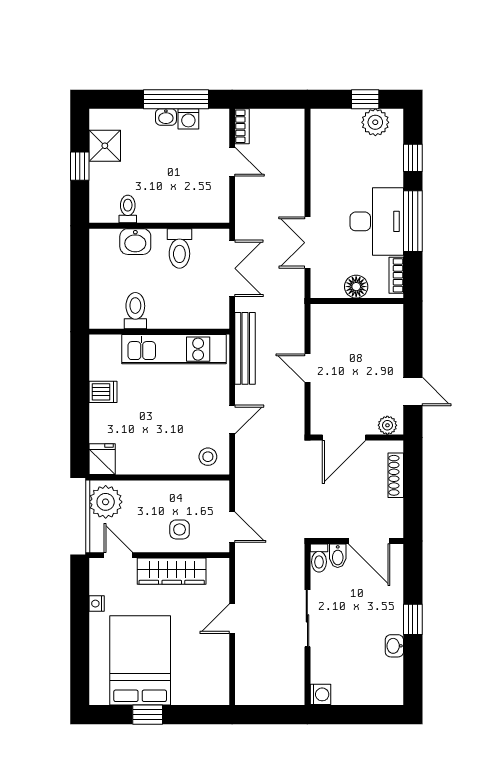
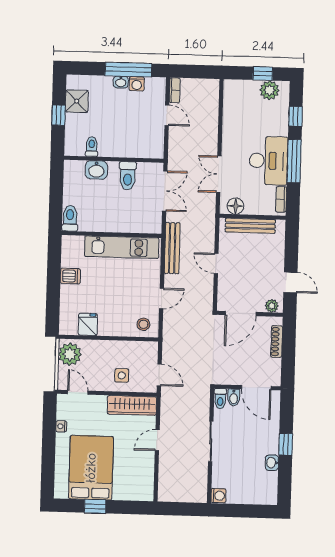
floor lamp: (356, 287) -> (235, 206), moved
toilet: (135, 311) -> (70, 218), moved
bench: (354, 314) -> (250, 226), added
fridge: (102, 459) -> (88, 324), moved
wardrobe: (172, 571) -> (132, 405), moved

